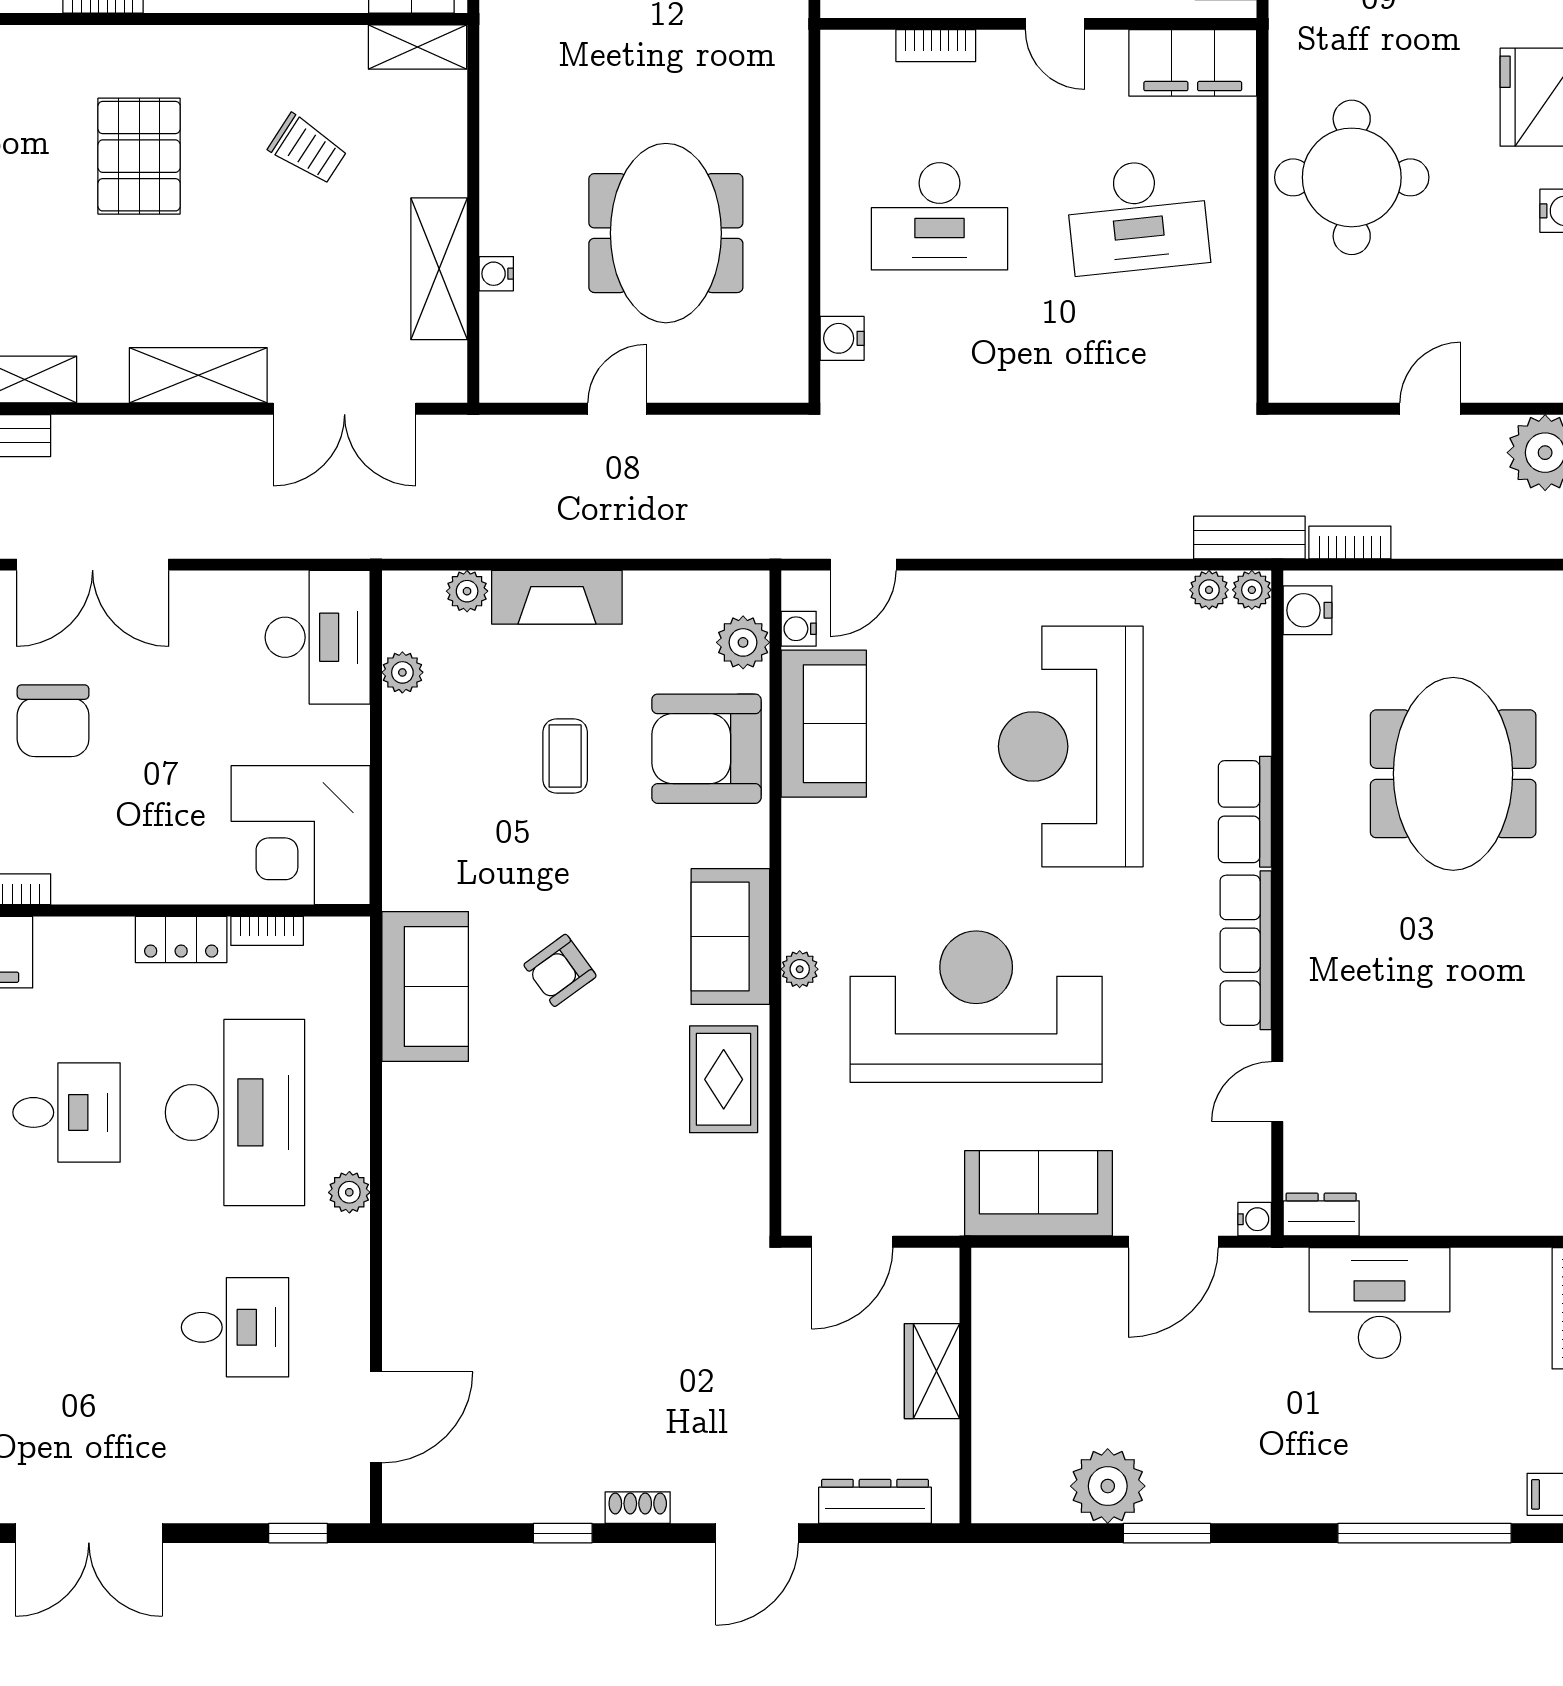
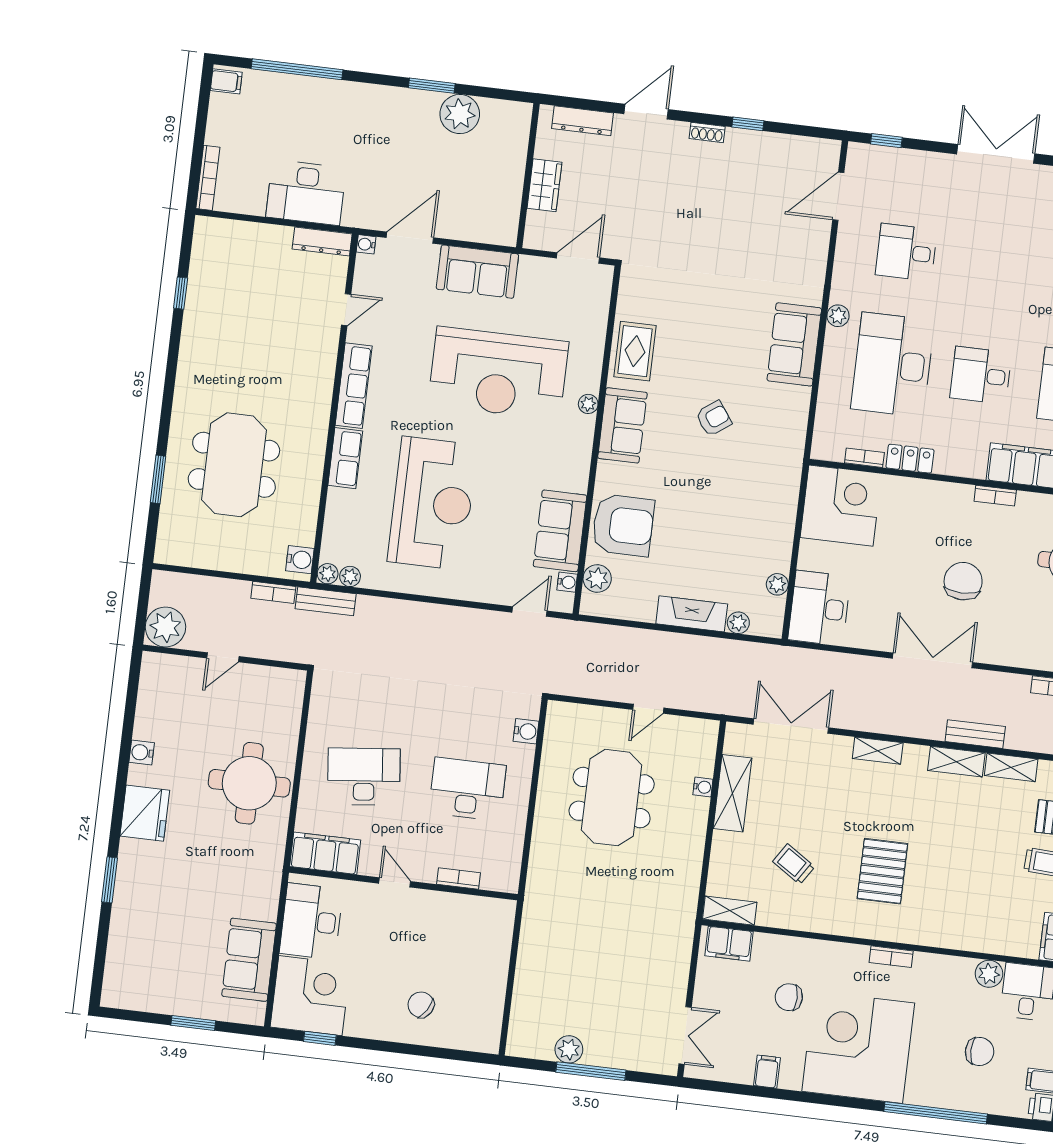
shelving: (198, 375) -> (878, 751), width x0.67, depth x0.75
coffee table: (565, 756) -> (697, 530), removed
sofa: (425, 986) -> (794, 344), moved
dresser: (1321, 1215) -> (322, 241), width x1.44

